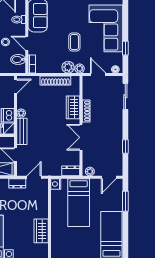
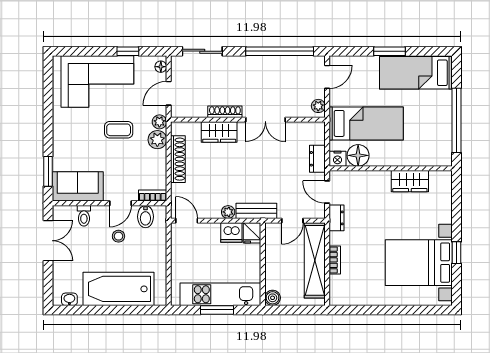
window: (125, 146) -> (280, 51), width x3.17
dresser: (71, 171) -> (317, 159), moved
door: (109, 177) -> (327, 77), hinge flipped
floor lamp: (58, 197) -> (358, 155), added
window: (125, 201) -> (389, 51), moved

